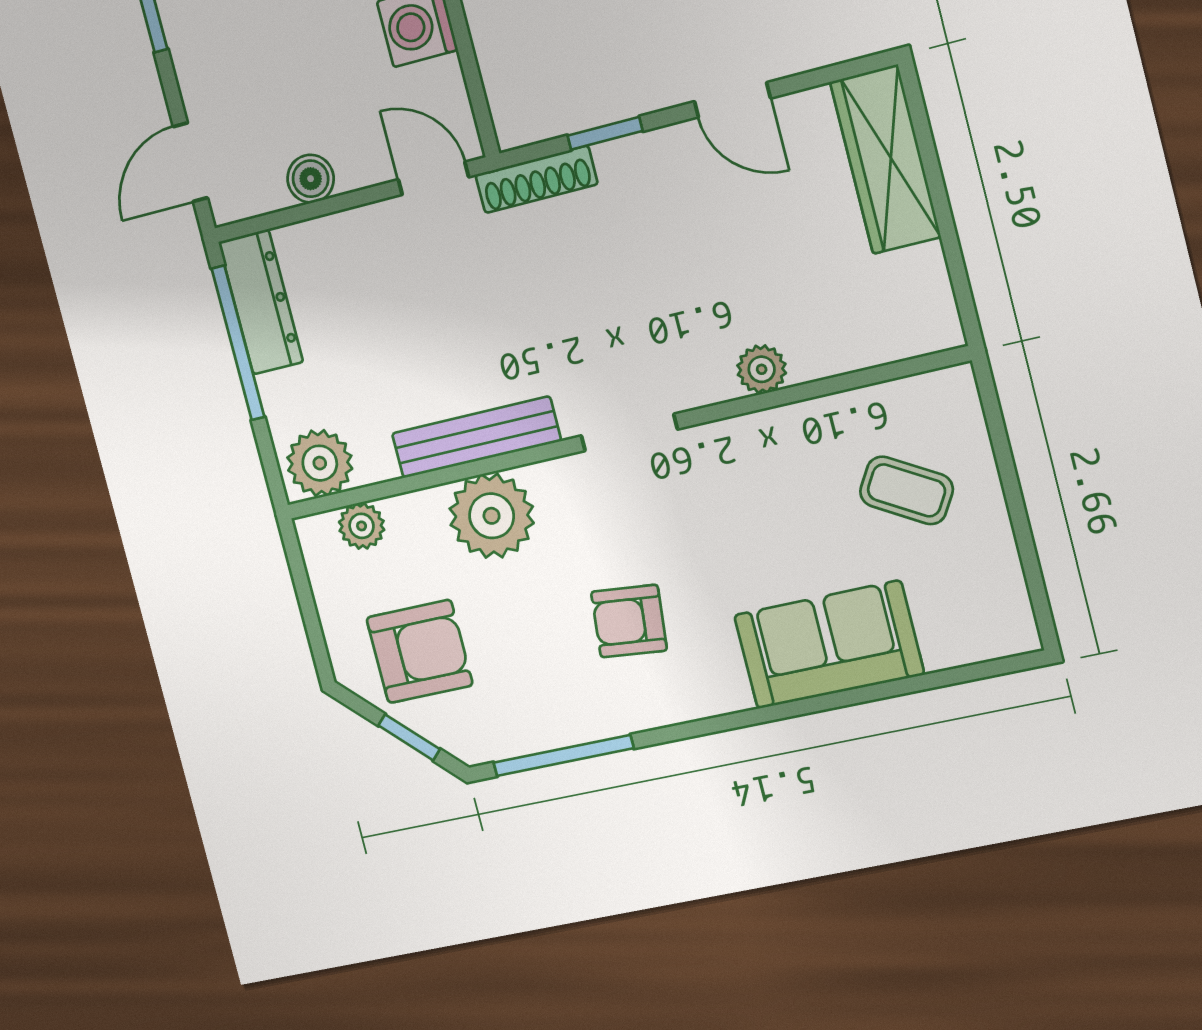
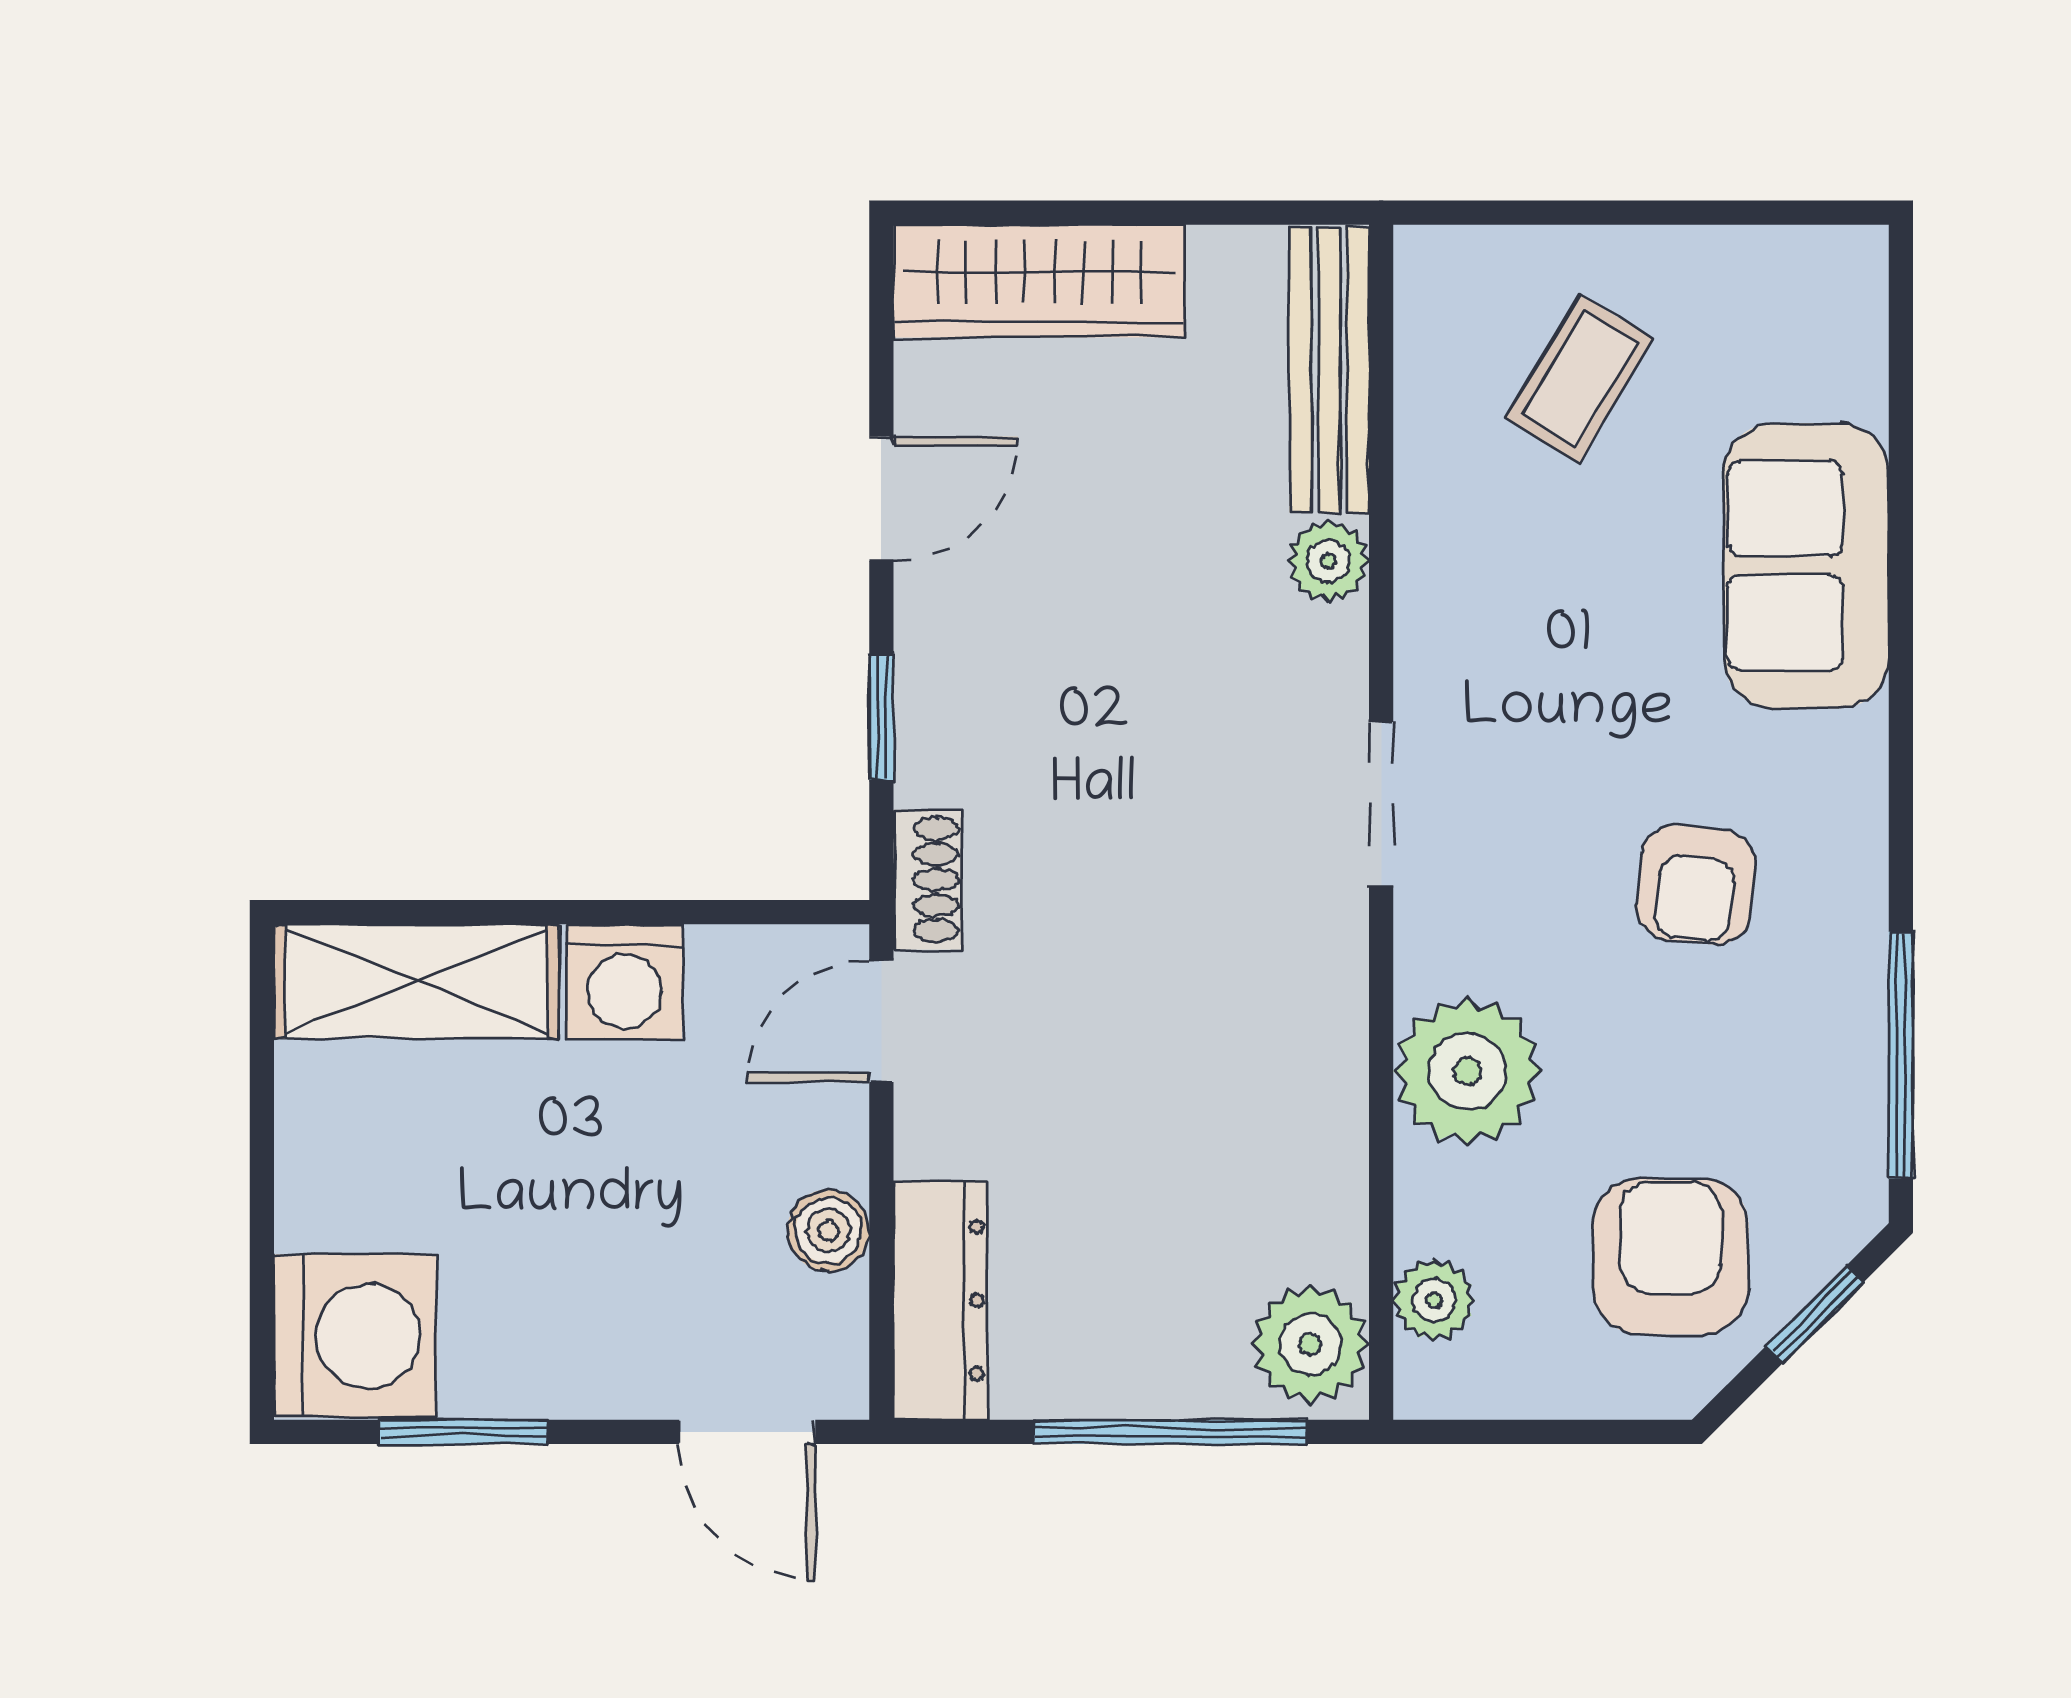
shoe rack: (536, 179) -> (927, 880), width x0.70
dresser: (261, 302) -> (940, 1300), moved, turned 90
window: (238, 343) -> (1171, 1432), moved
bench: (476, 437) -> (1329, 370), moved

